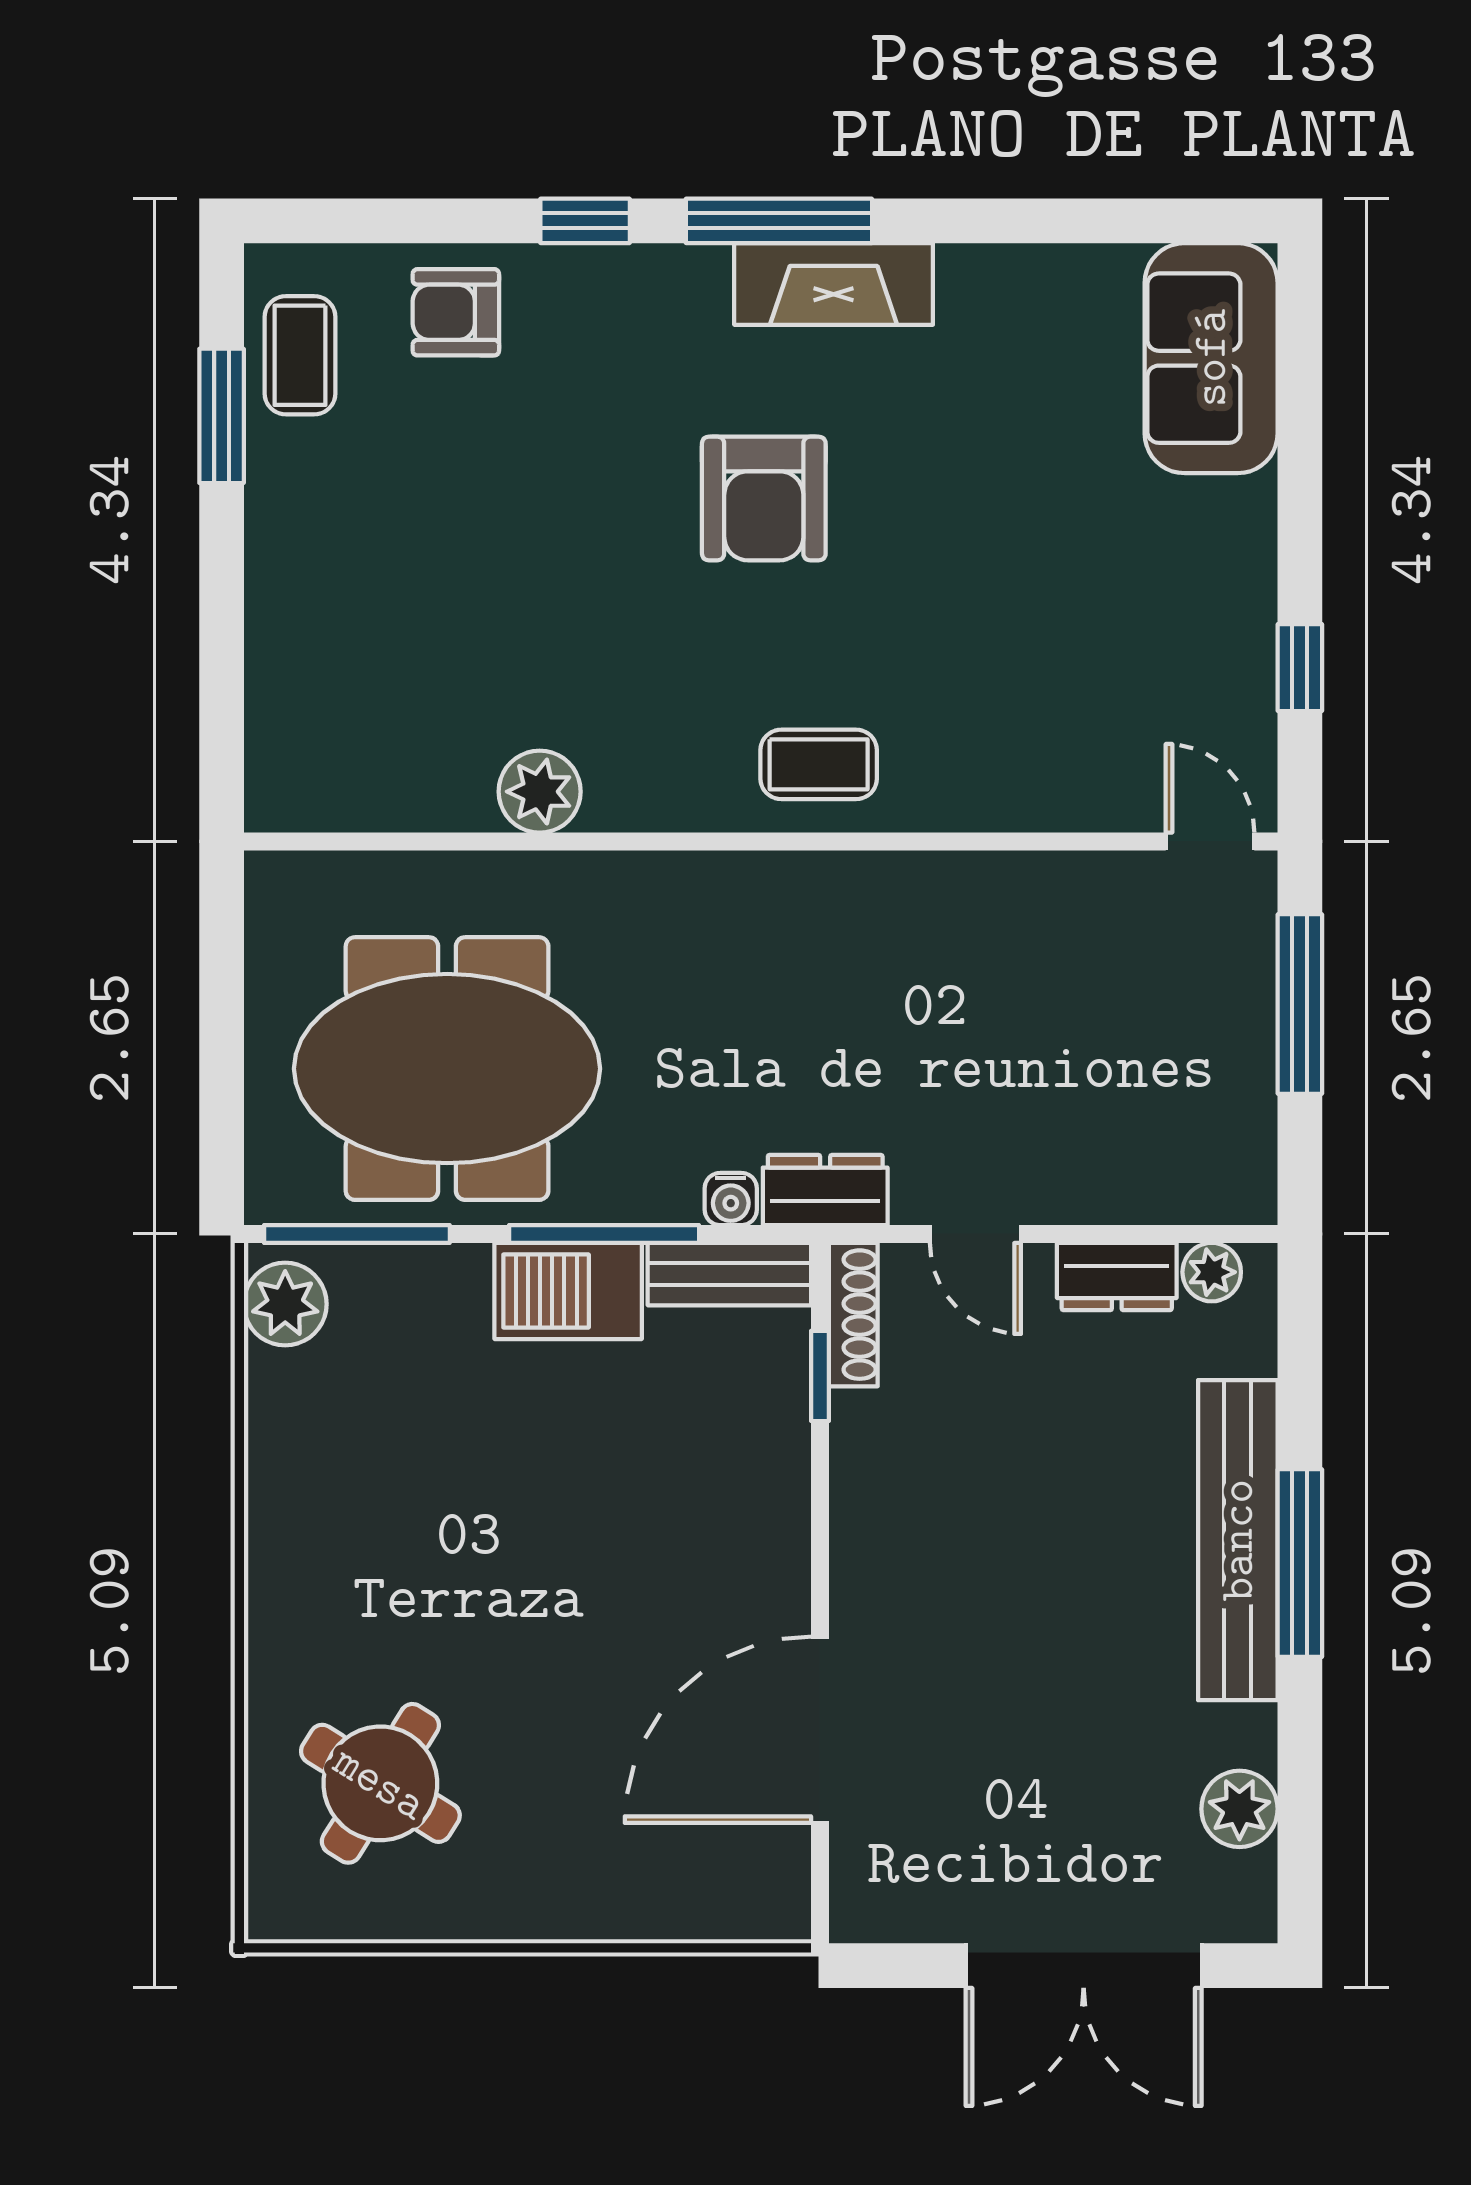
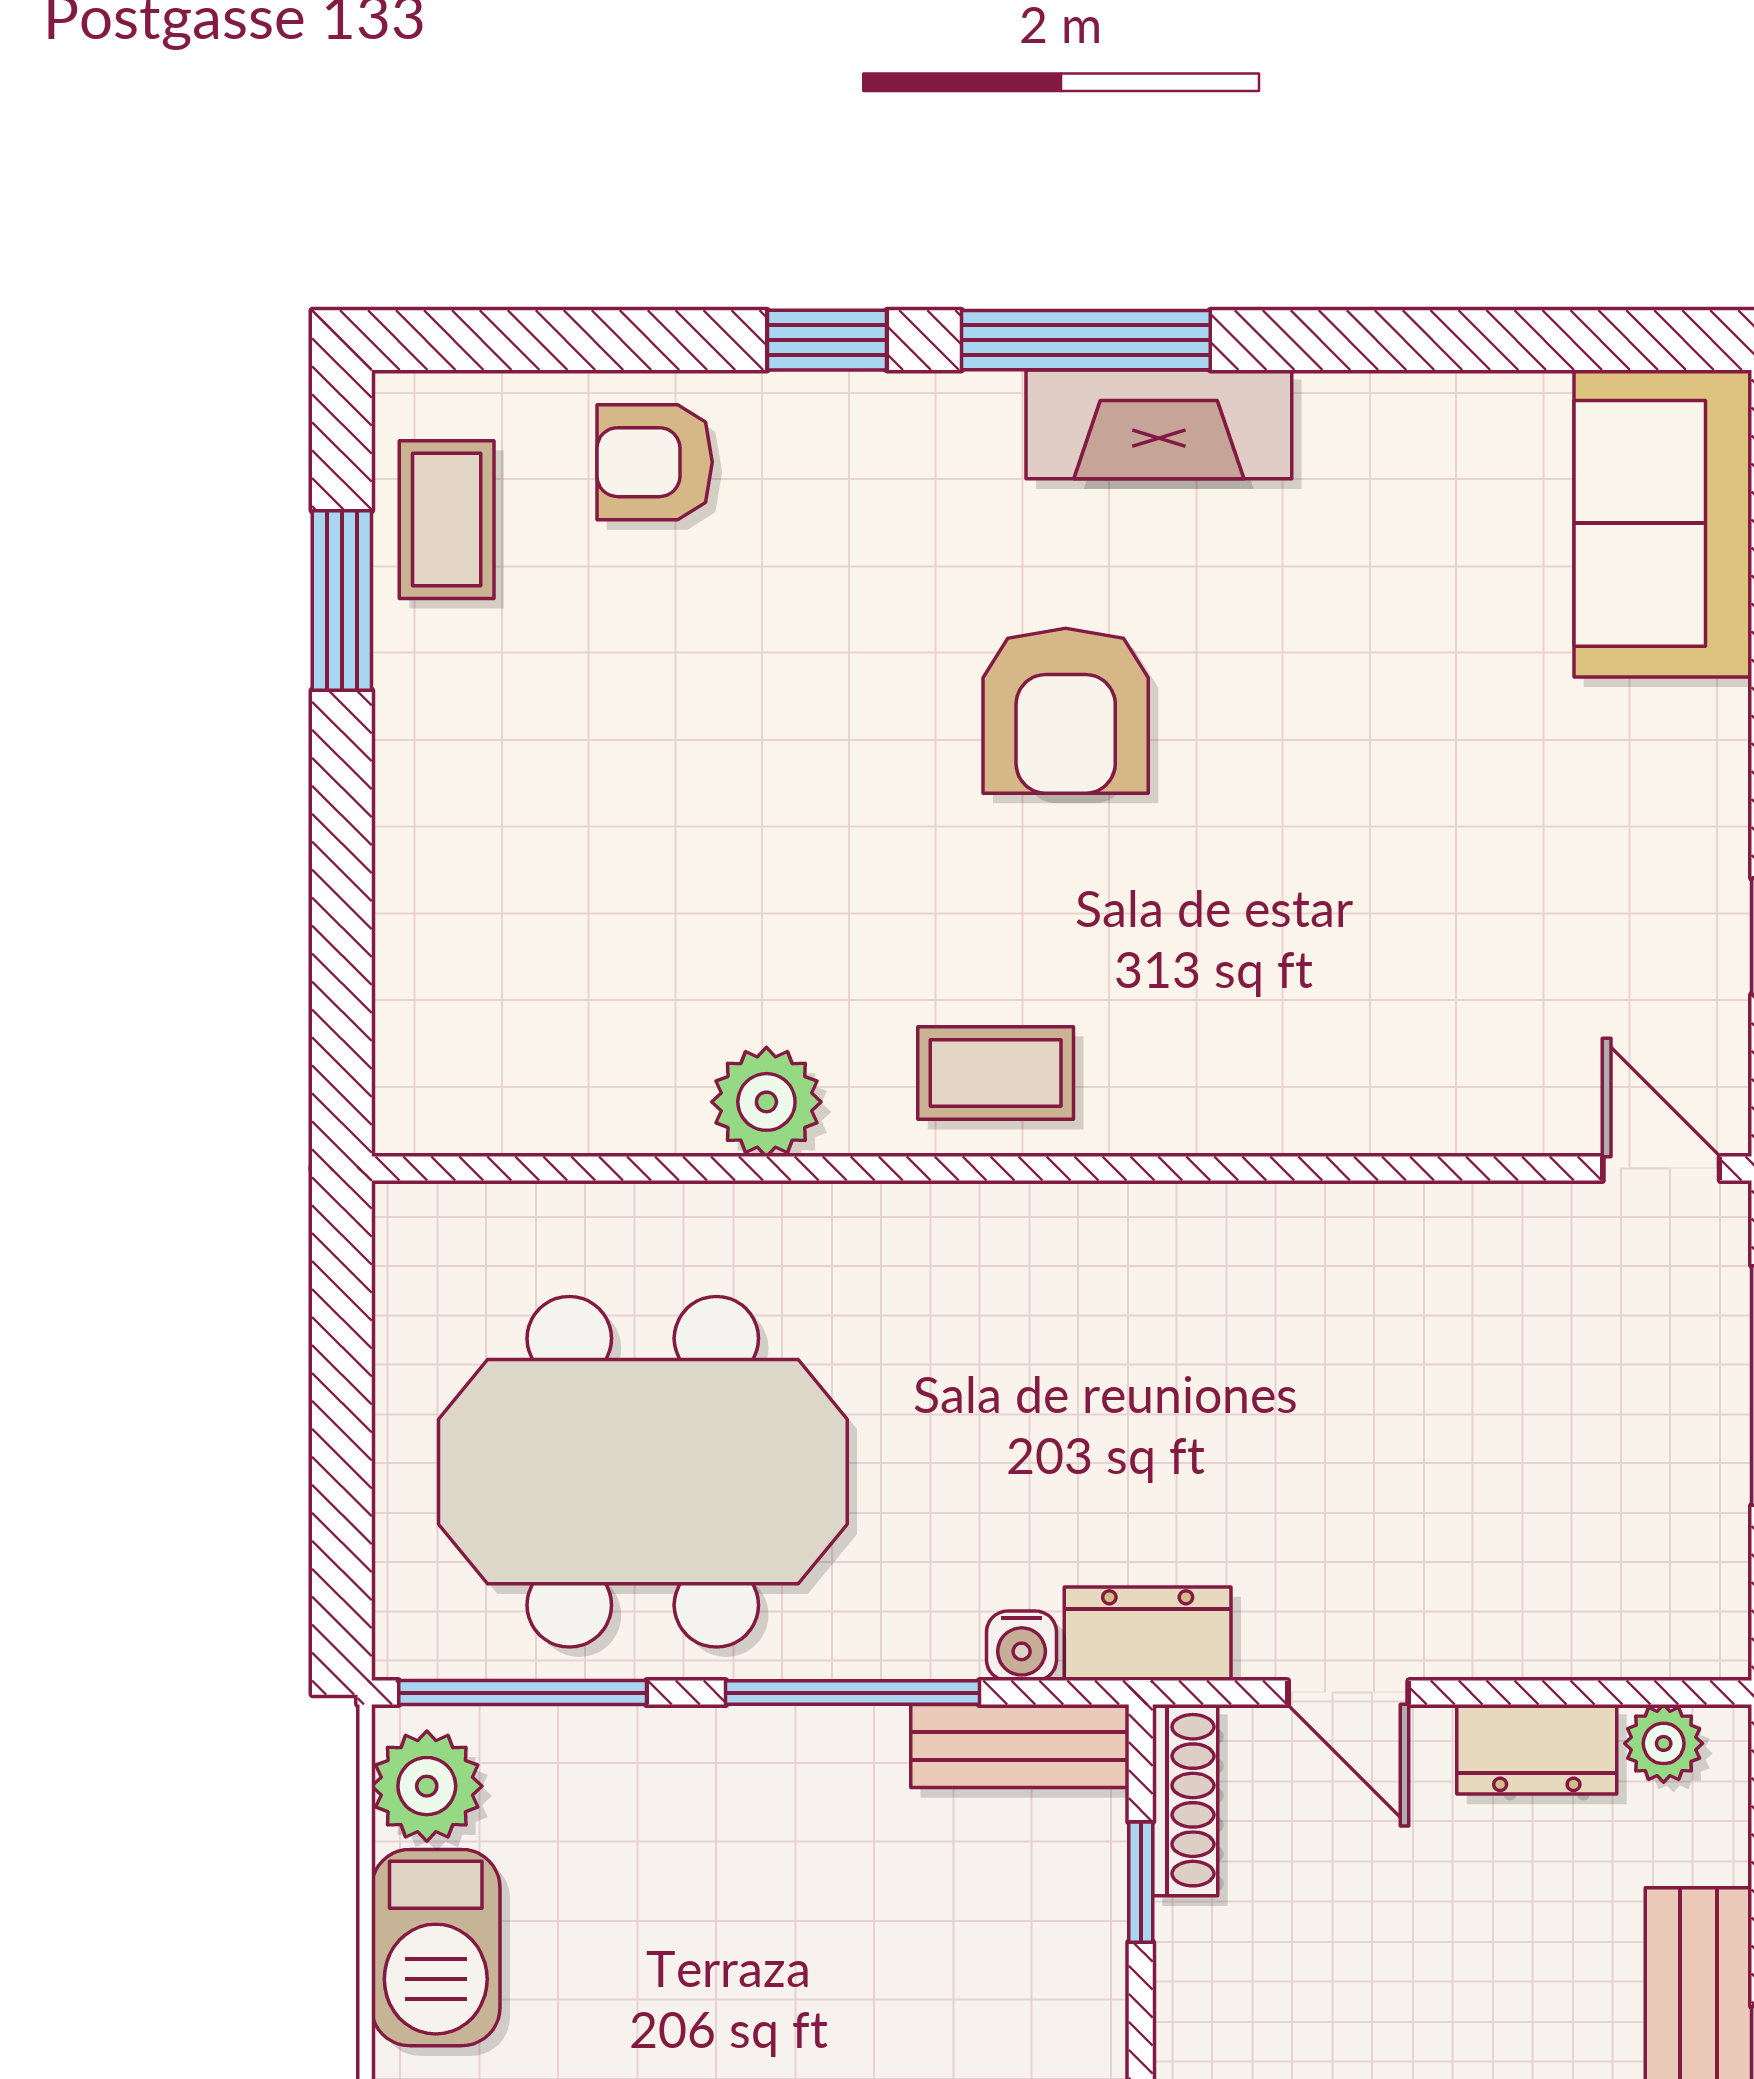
coffee table: (819, 764) -> (996, 1073), moved
barbecue: (568, 1291) -> (436, 1948), moved, turned -90

